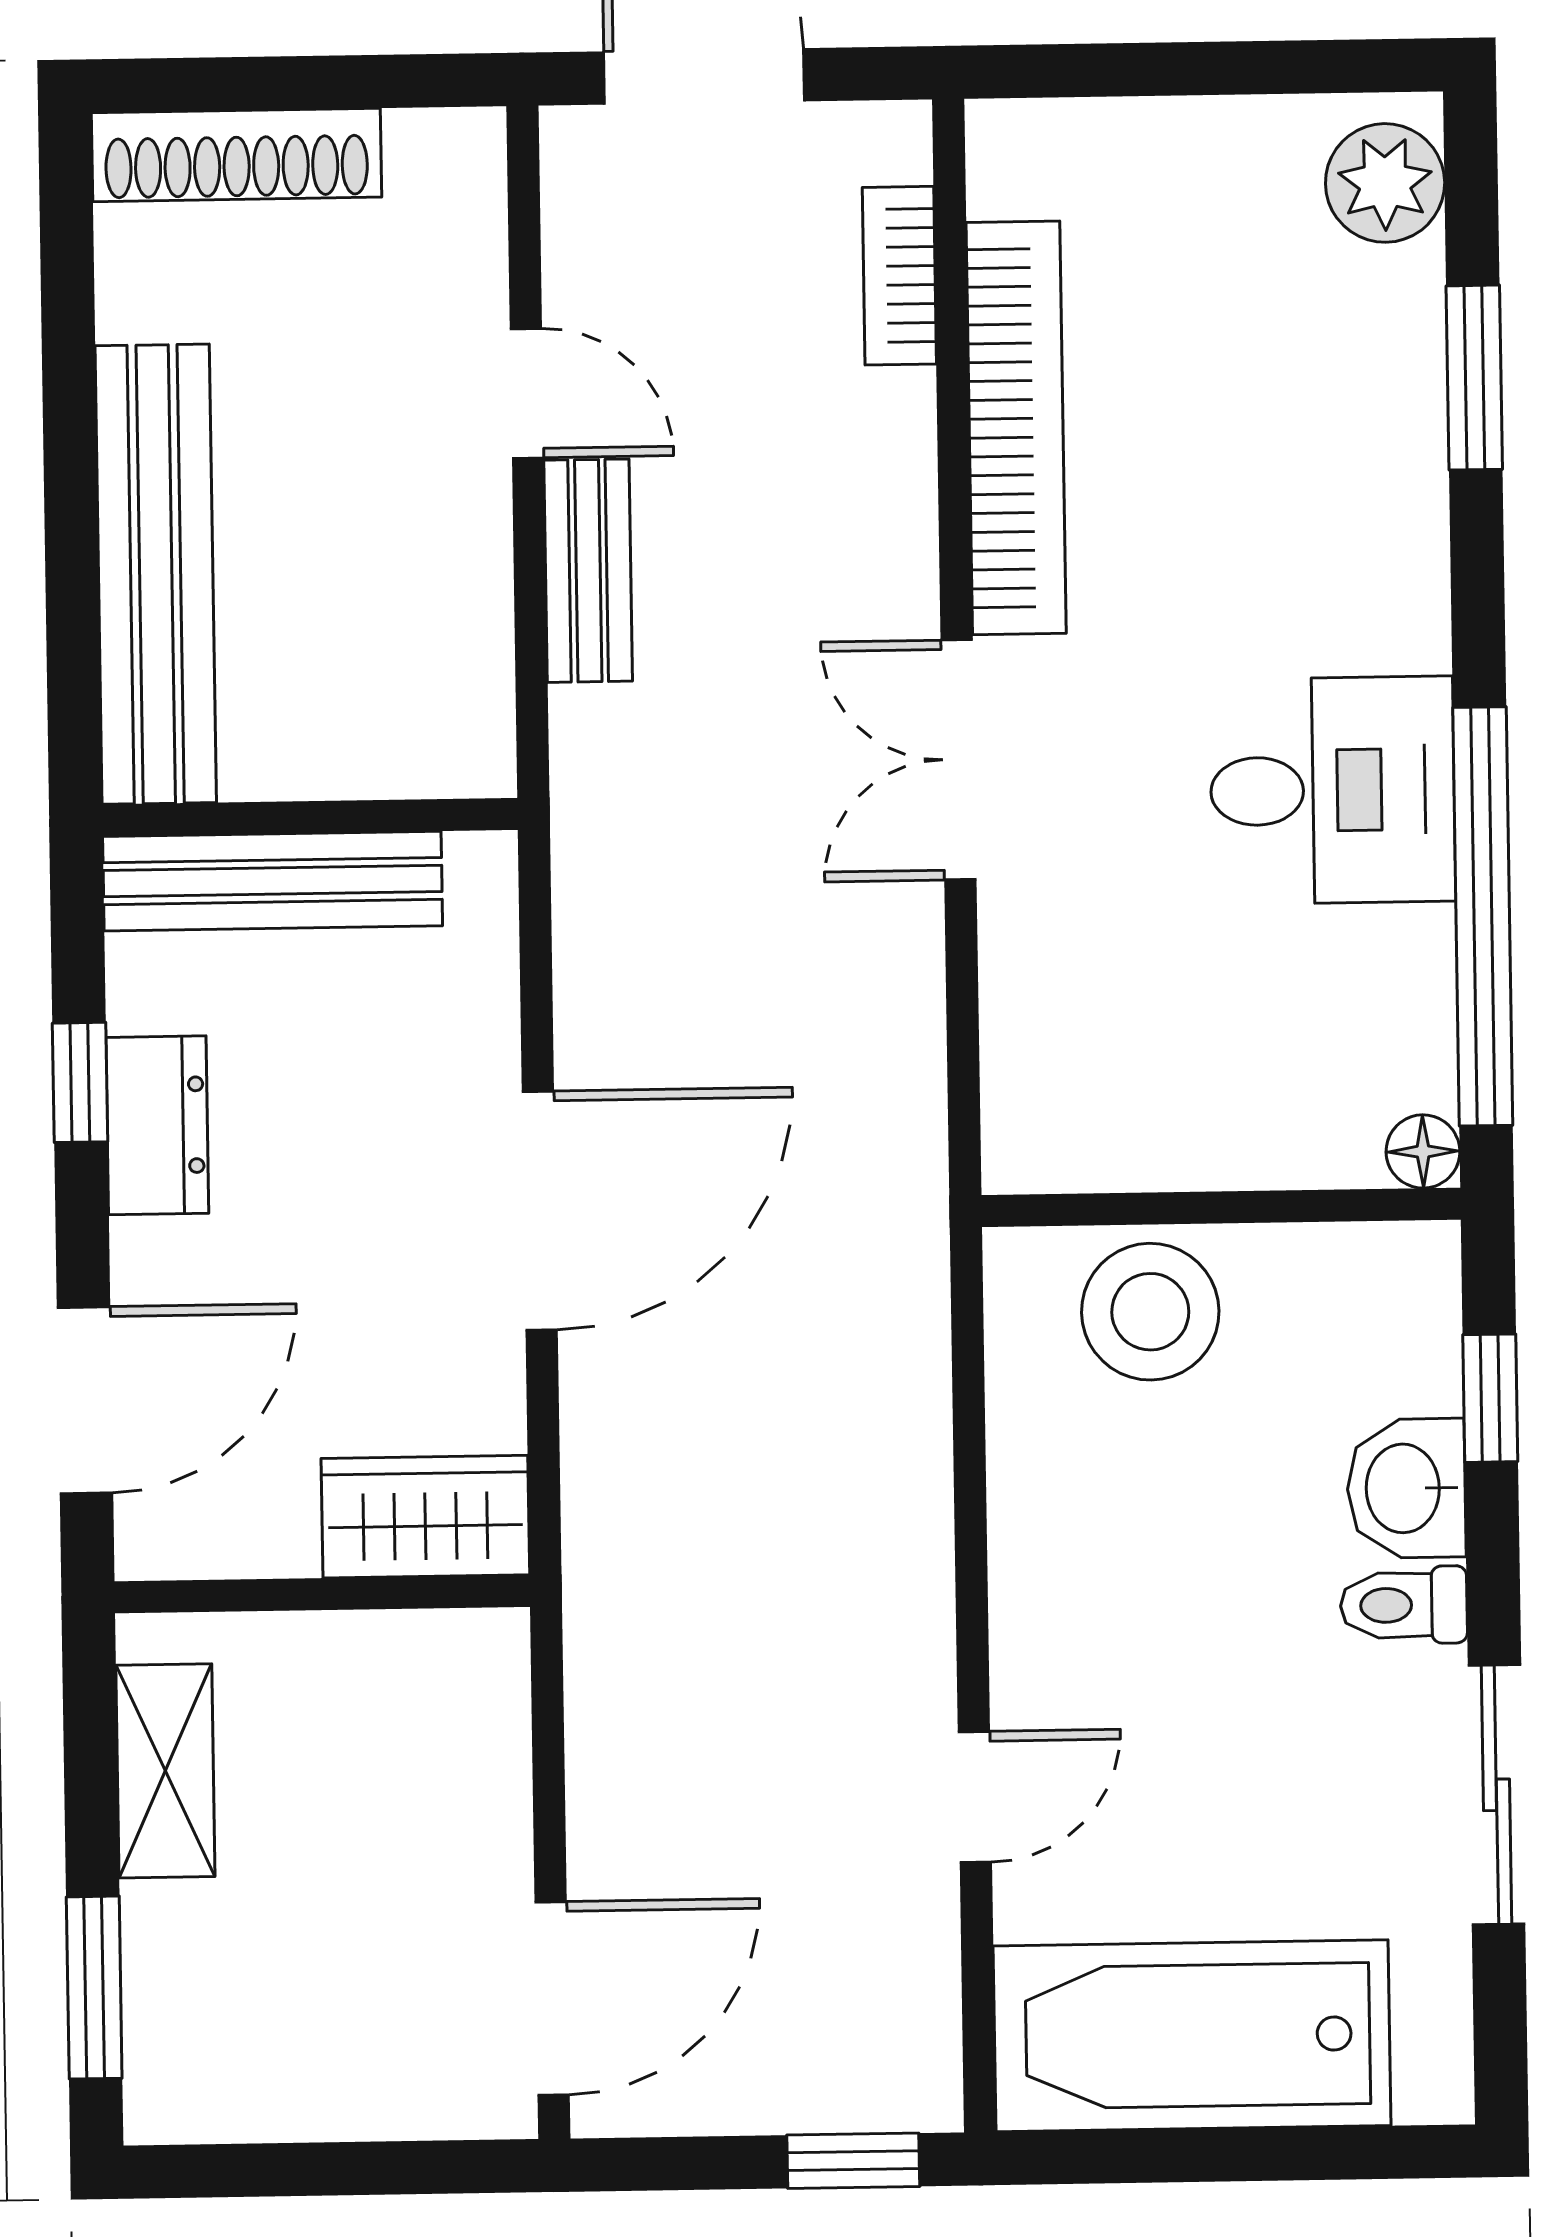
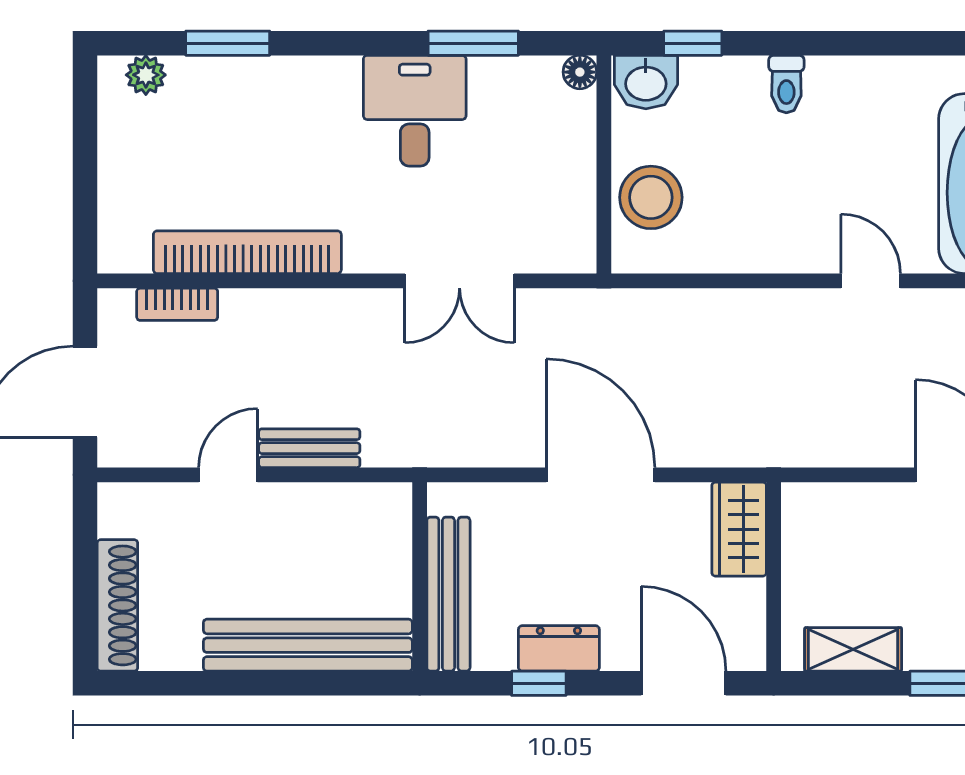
plant: (1385, 183) -> (146, 75), width x0.73, depth x0.73
double door: (959, 760) -> (460, 281), moved
window: (1483, 916) -> (473, 43), width x0.47
washbasin: (1406, 1488) -> (646, 82), moved
sliding door: (1496, 1795) -> (873, 43), removed

